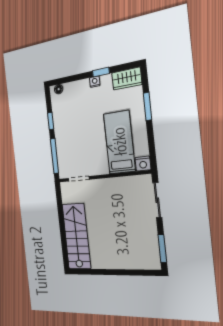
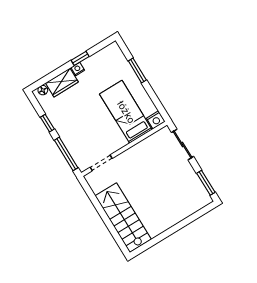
wardrobe: (127, 79) -> (62, 83), moved

